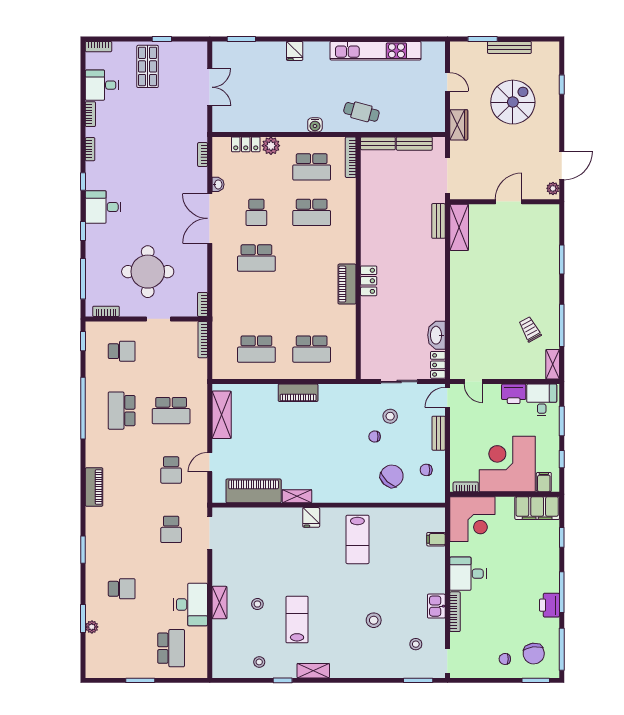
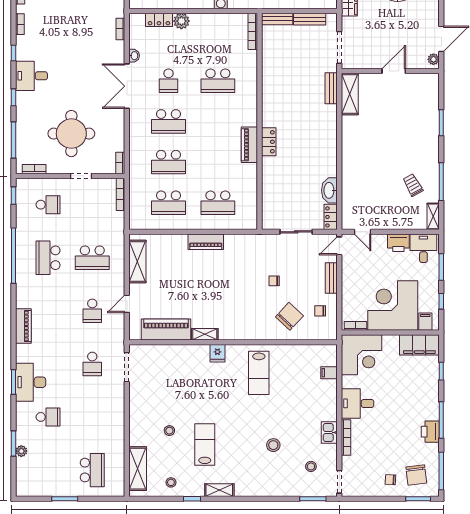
school desk: (312, 167) -> (168, 162), moved
stool: (390, 416) -> (288, 263), removed
shelving: (219, 603) -> (138, 469), moved, width x1.50, depth x1.33
desk: (191, 605) -> (31, 382), moved, turned 180

